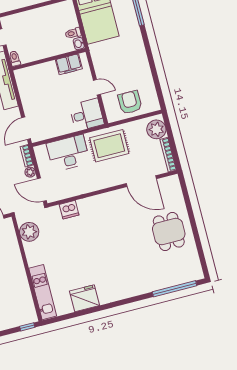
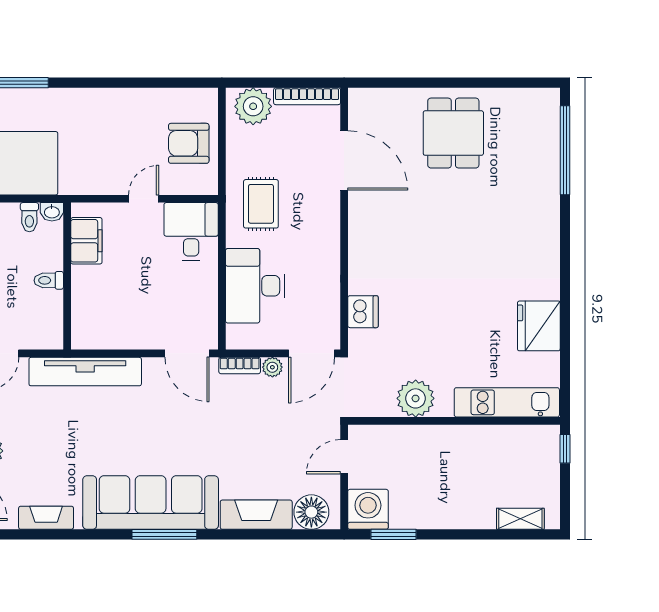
toilet: (15, 58) -> (49, 280), moved
rug: (109, 146) -> (261, 204), width x0.73, depth x0.70
door: (141, 181) -> (344, 160), hinge flipped
plant: (29, 232) -> (416, 398), moved
dining table: (169, 232) -> (453, 133), turned 90

